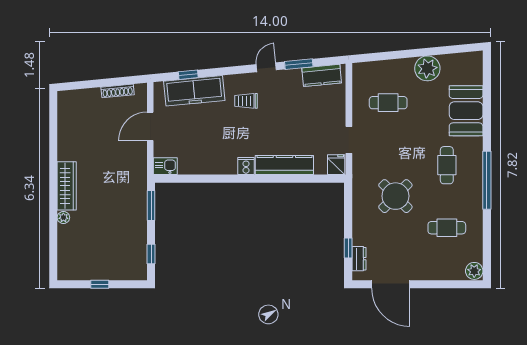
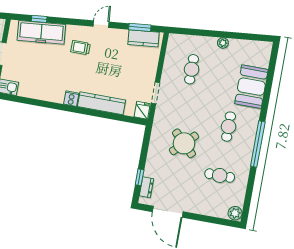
window: (299, 64) -> (140, 27), moved
plant: (427, 68) -> (223, 43), width x0.53, depth x0.53
cafe table: (388, 103) -> (192, 69), turned 90

